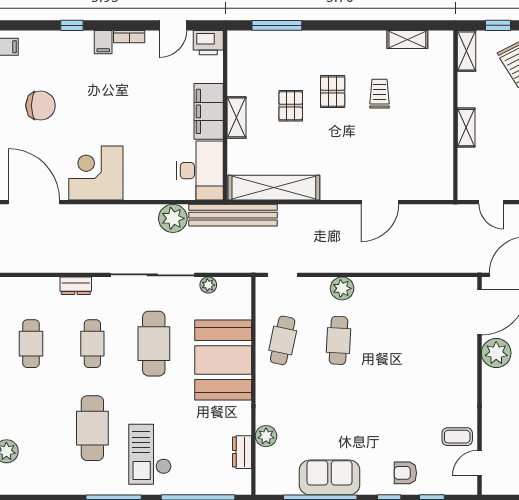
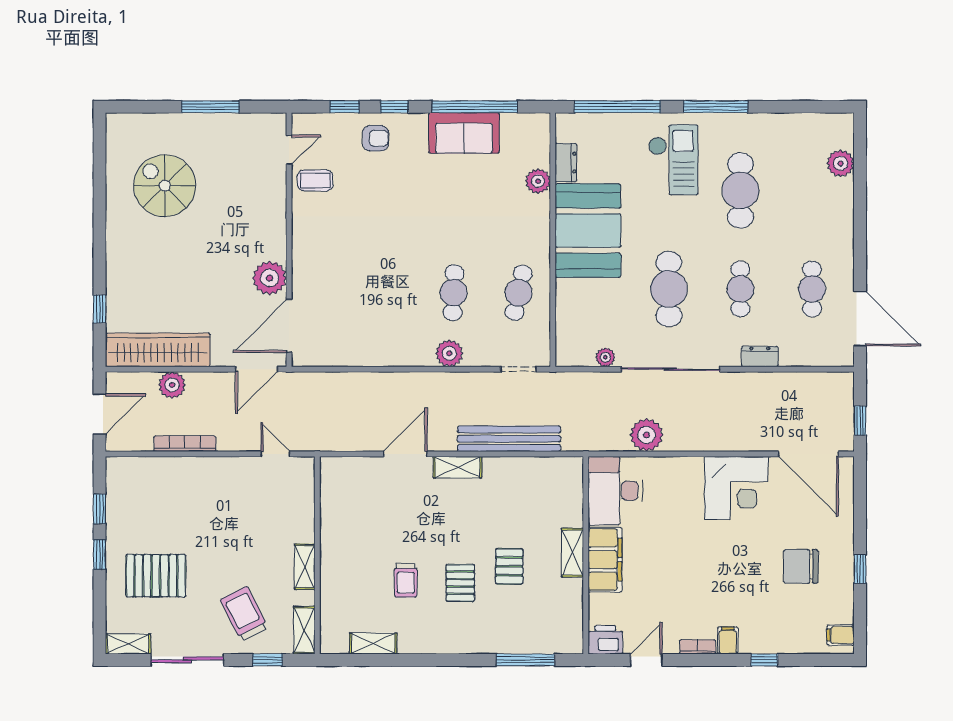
shelving: (466, 128) -> (305, 567), moved
shelving: (274, 188) -> (457, 467), moved, width x0.45, depth x0.75
bench: (233, 215) -> (509, 439), moved
booth: (223, 360) -> (588, 231), moved

